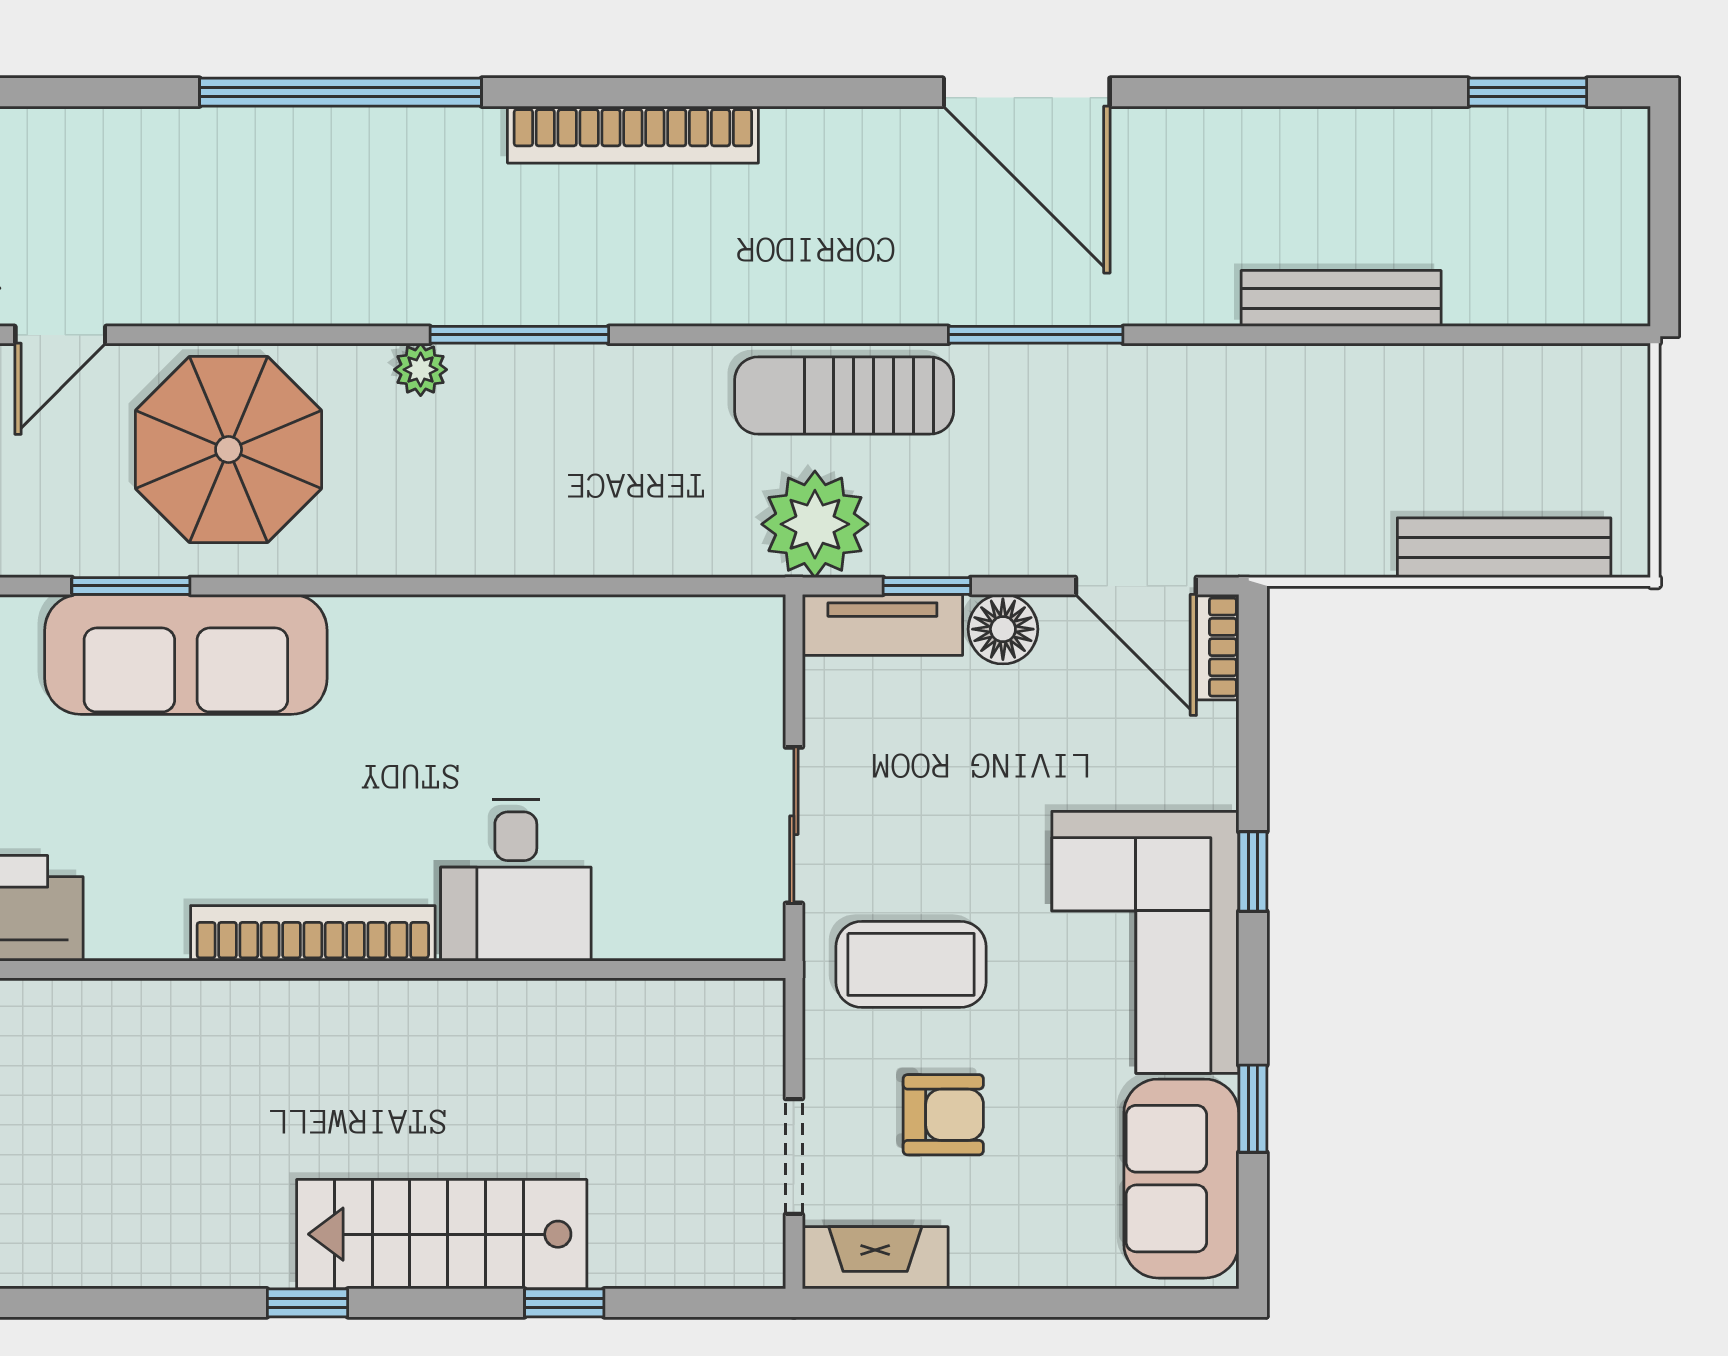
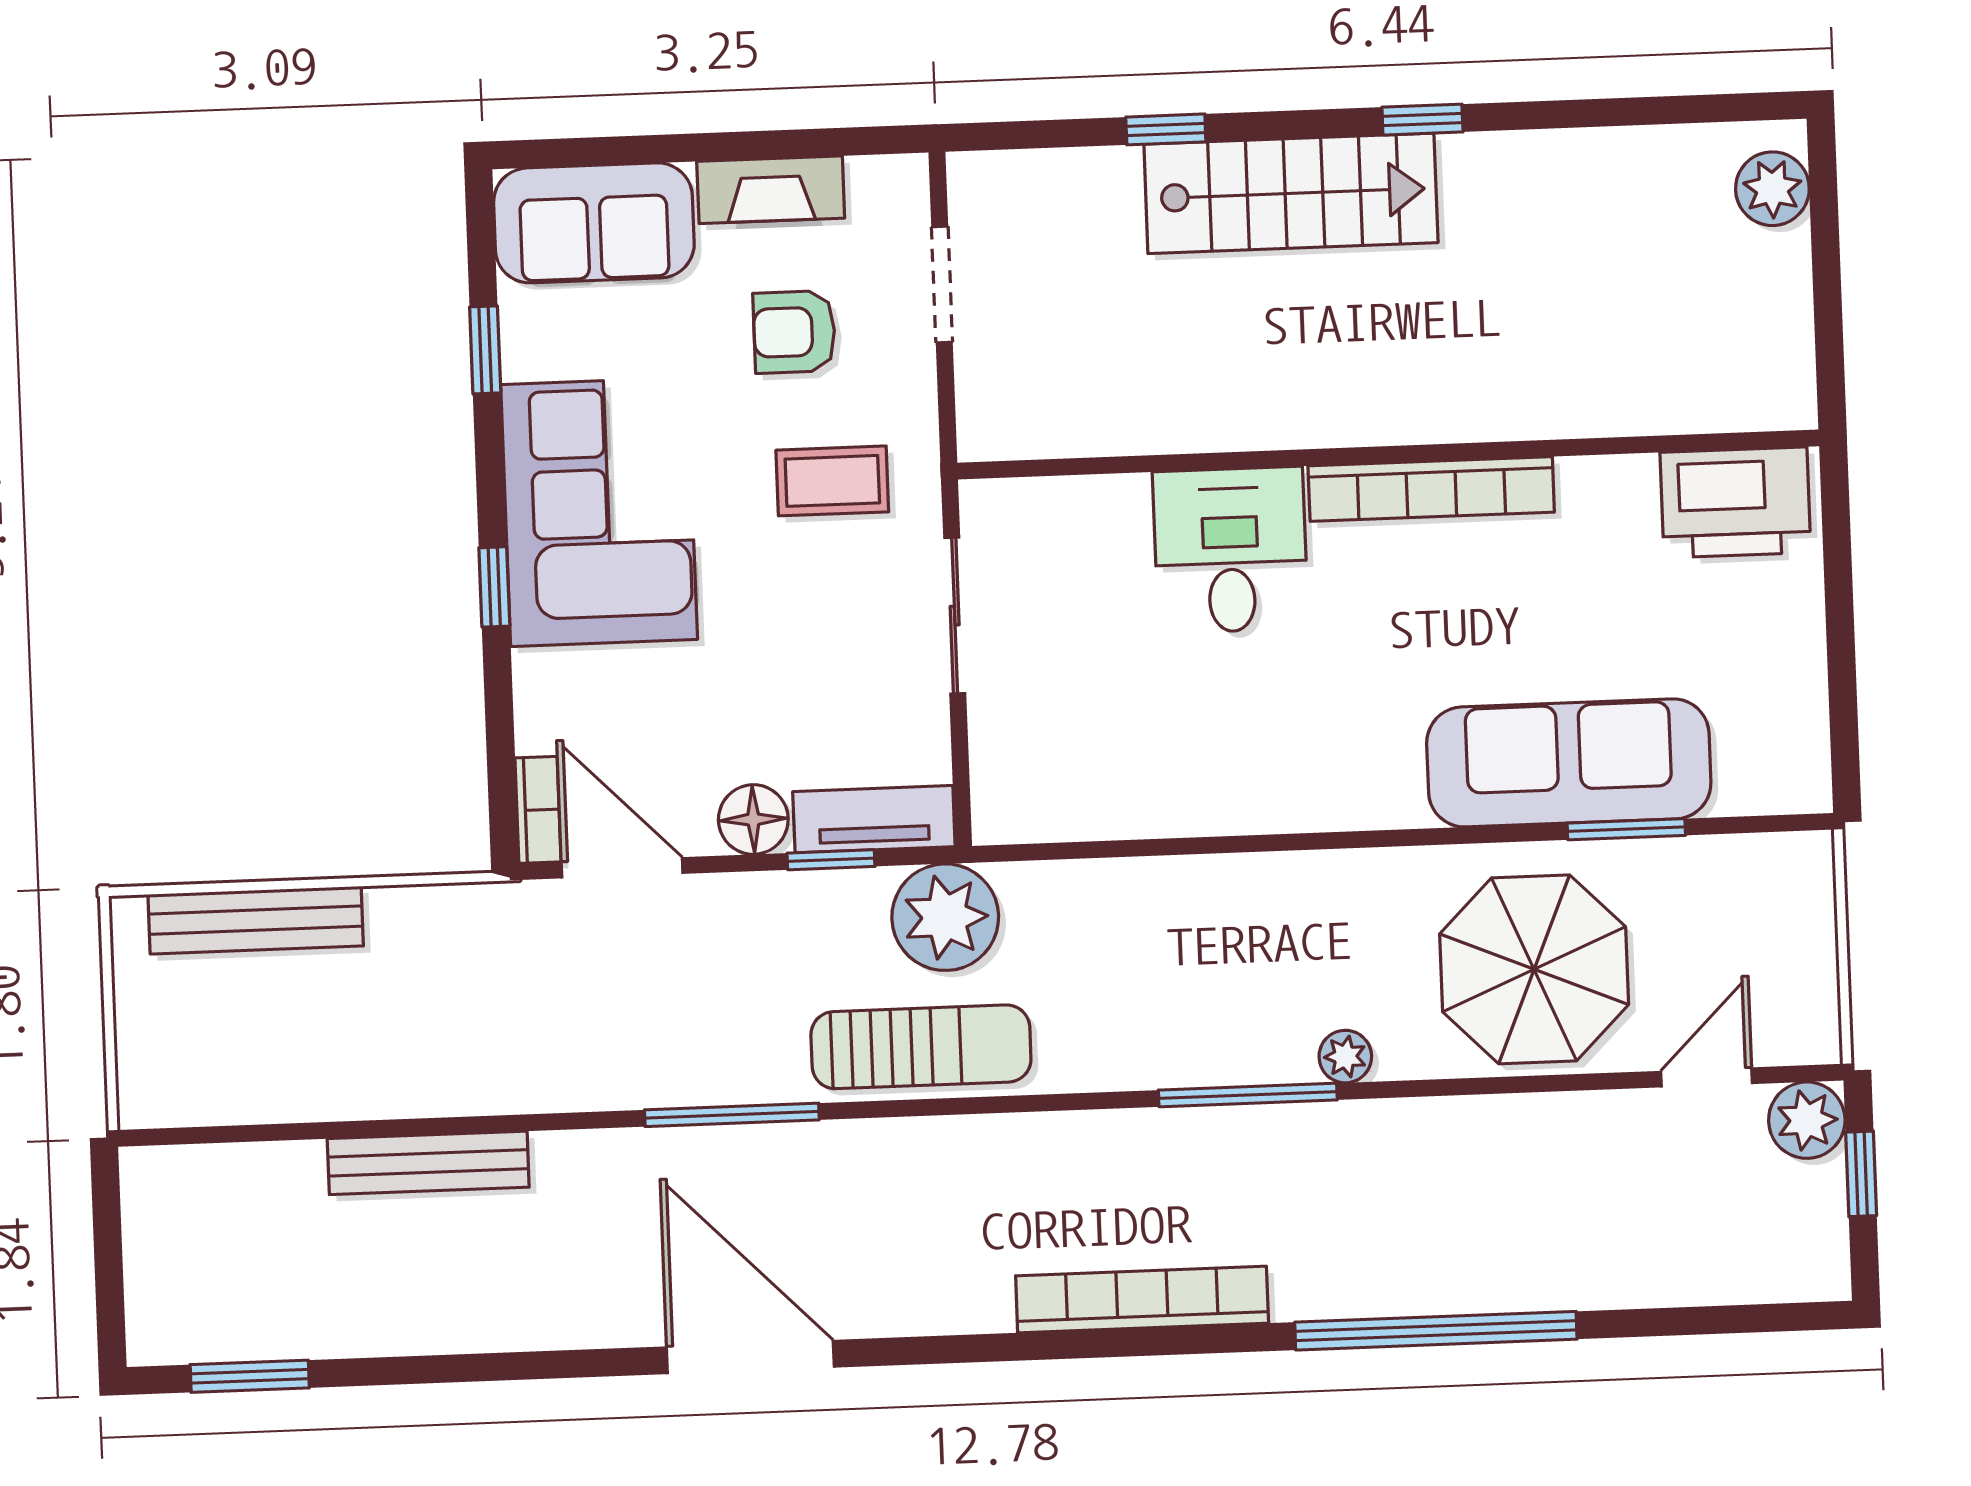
coffee table: (911, 964) -> (832, 481), width x0.73, depth x0.77
sofa: (1181, 1179) -> (594, 223), moved, turned 90
fireplace: (875, 1258) -> (771, 190), moved

